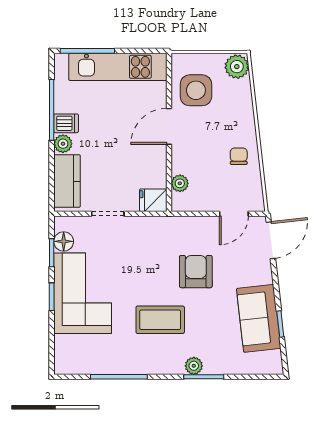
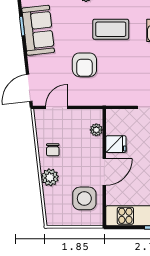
plant: (237, 67) -> (50, 177), moved
fridge: (153, 200) -> (116, 144), moved

